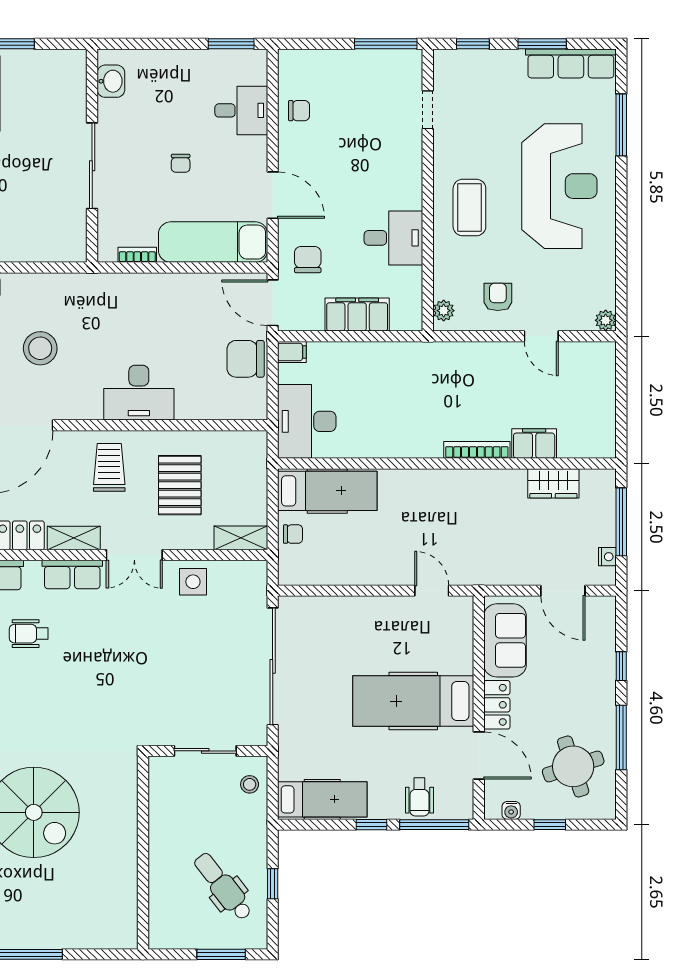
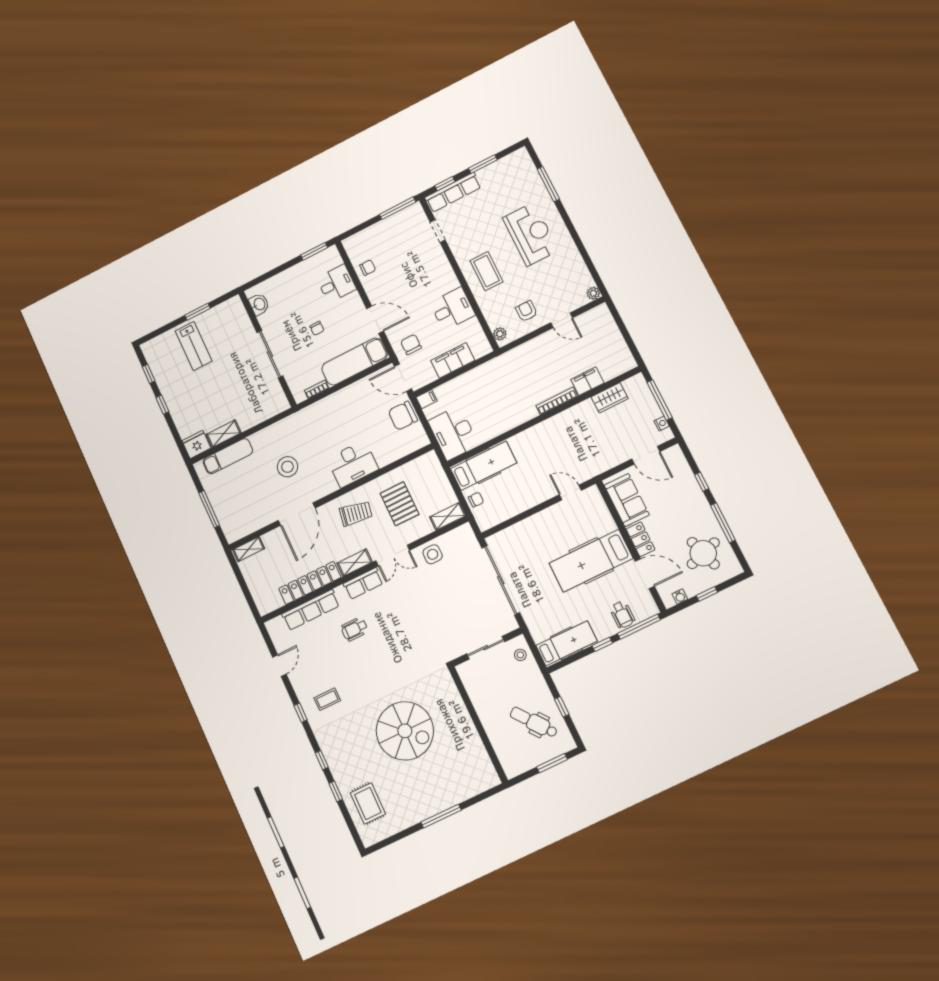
row of seats: (571, 63) -> (453, 192), moved
reception desk: (559, 186) -> (531, 234), width x0.74, depth x0.77
trolley: (109, 467) -> (356, 513), turned 100

